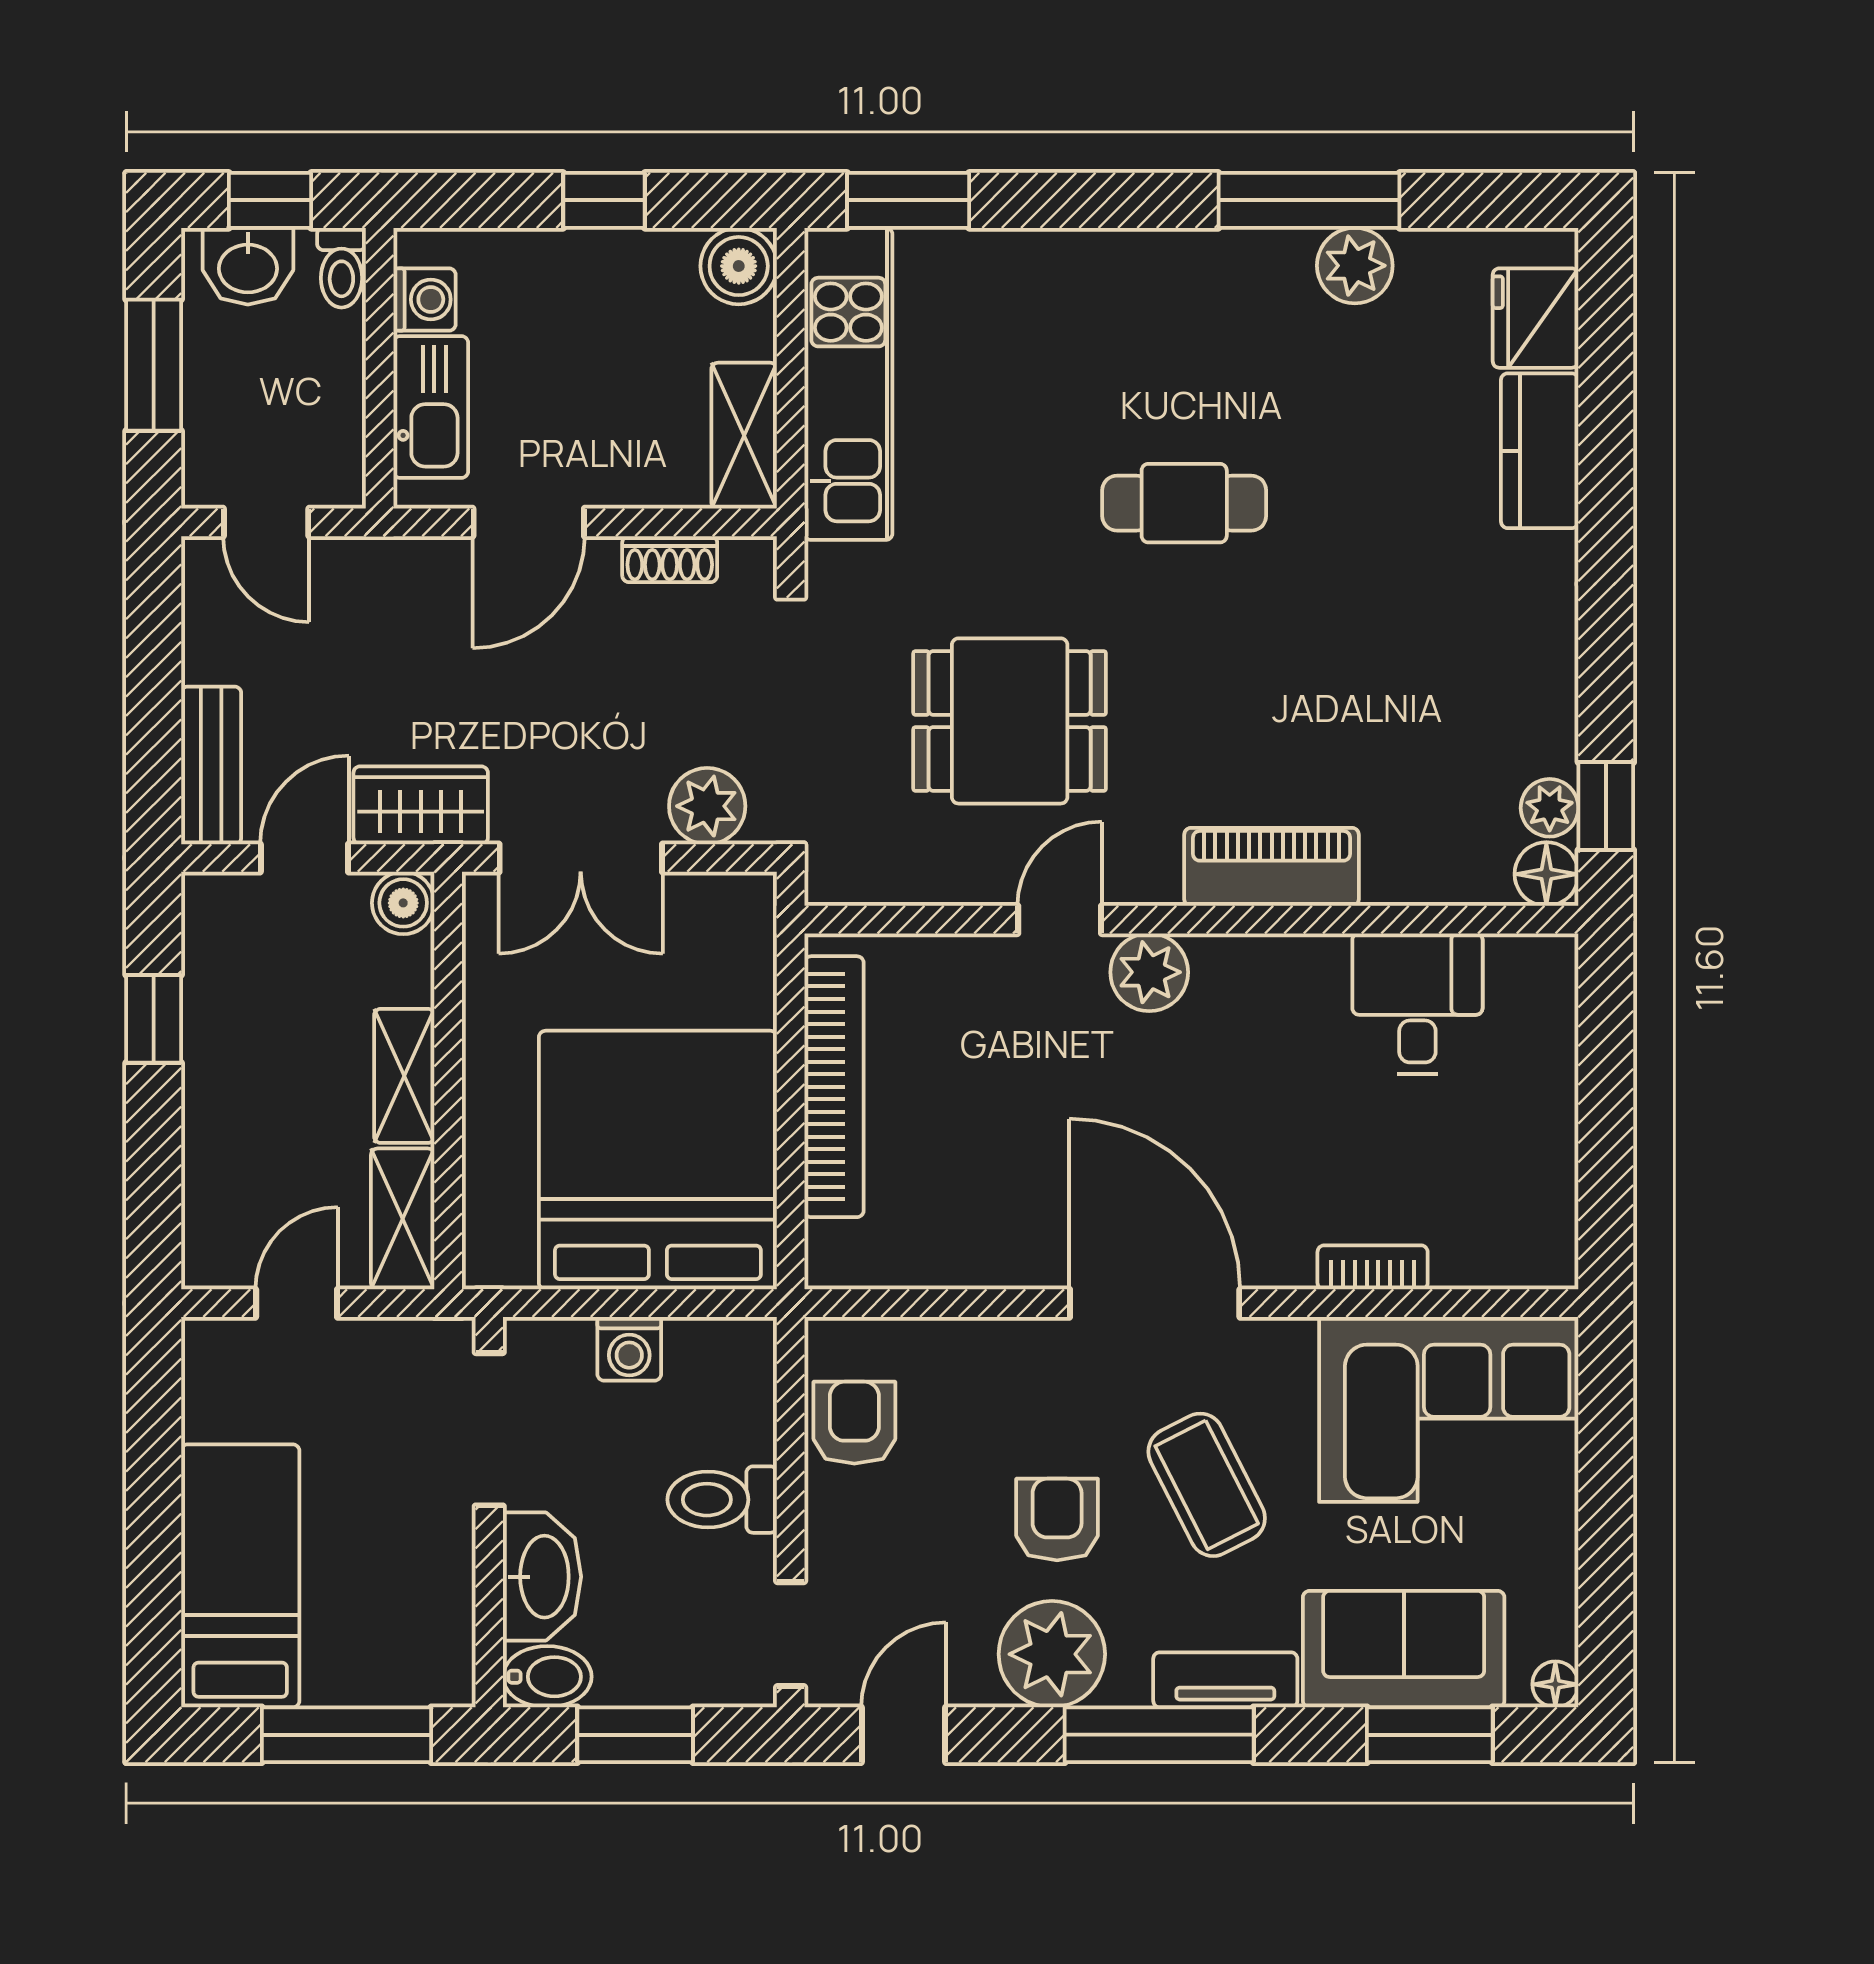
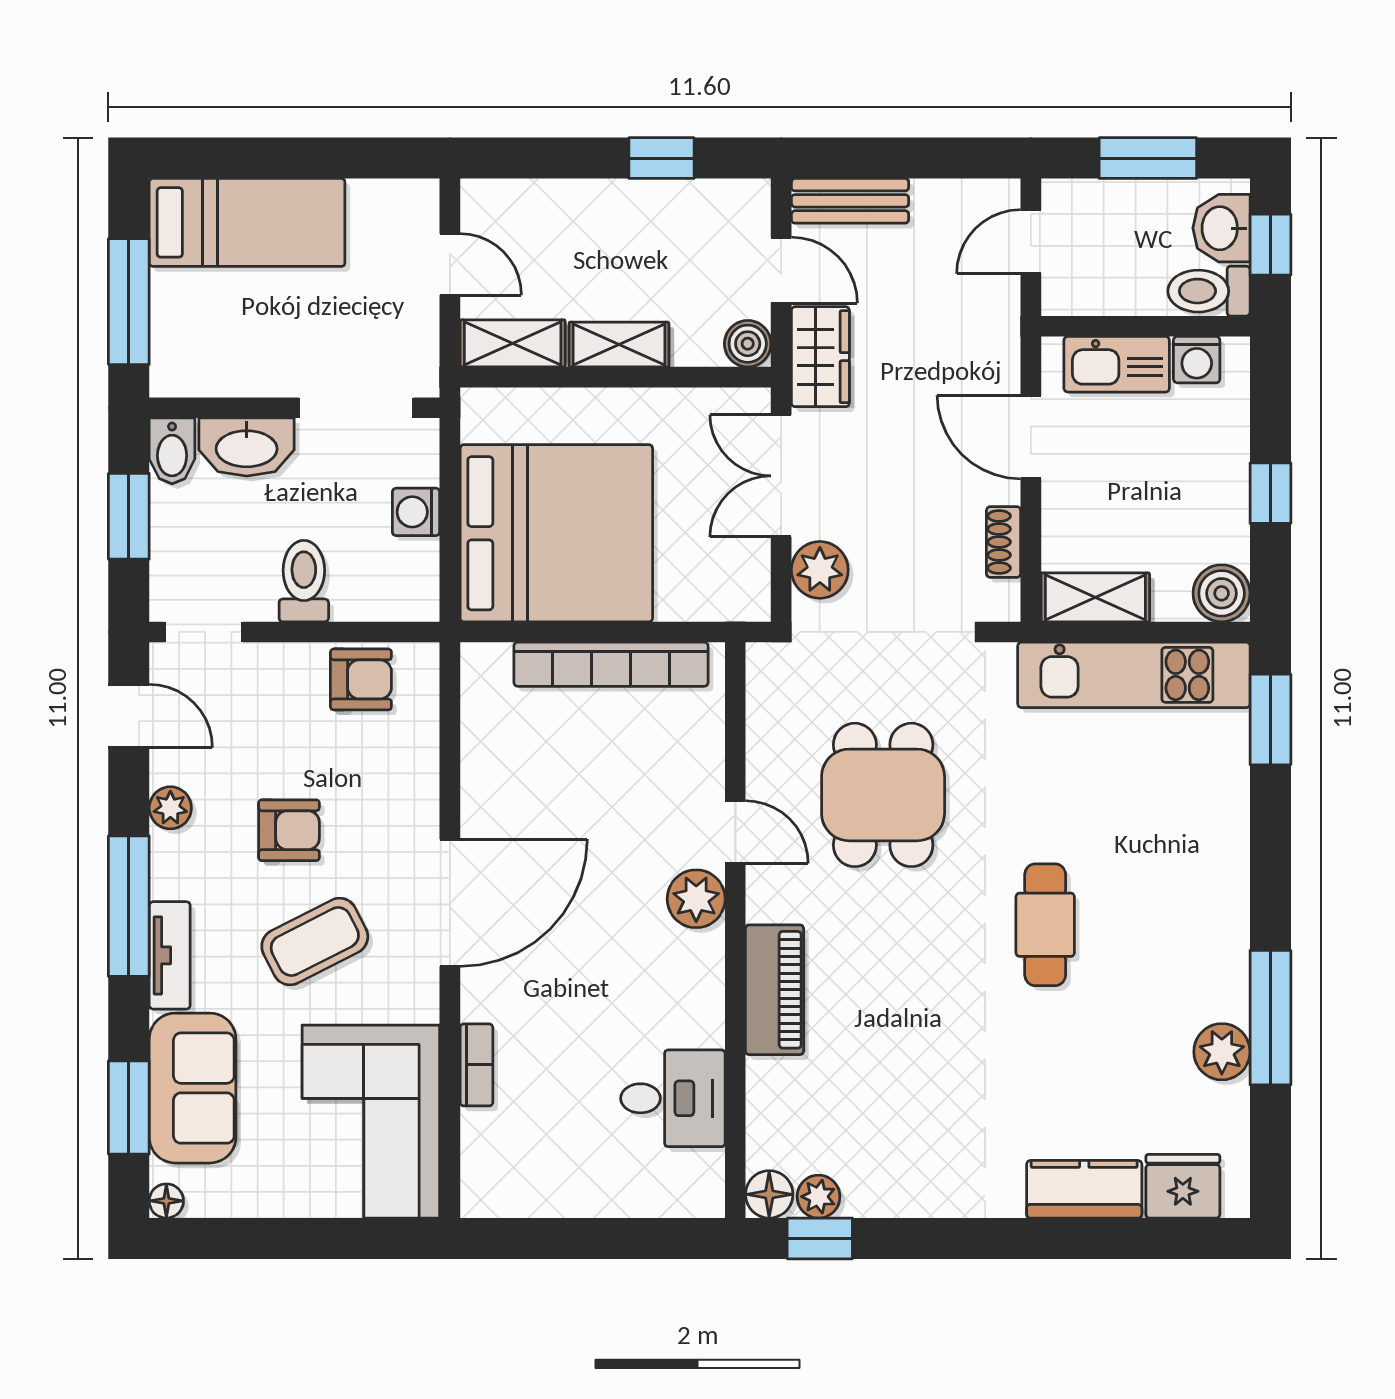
toilet: (341, 268) -> (1209, 291), width x1.37, depth x1.39
plant: (1052, 1654) -> (170, 808), width x0.53, depth x0.53

